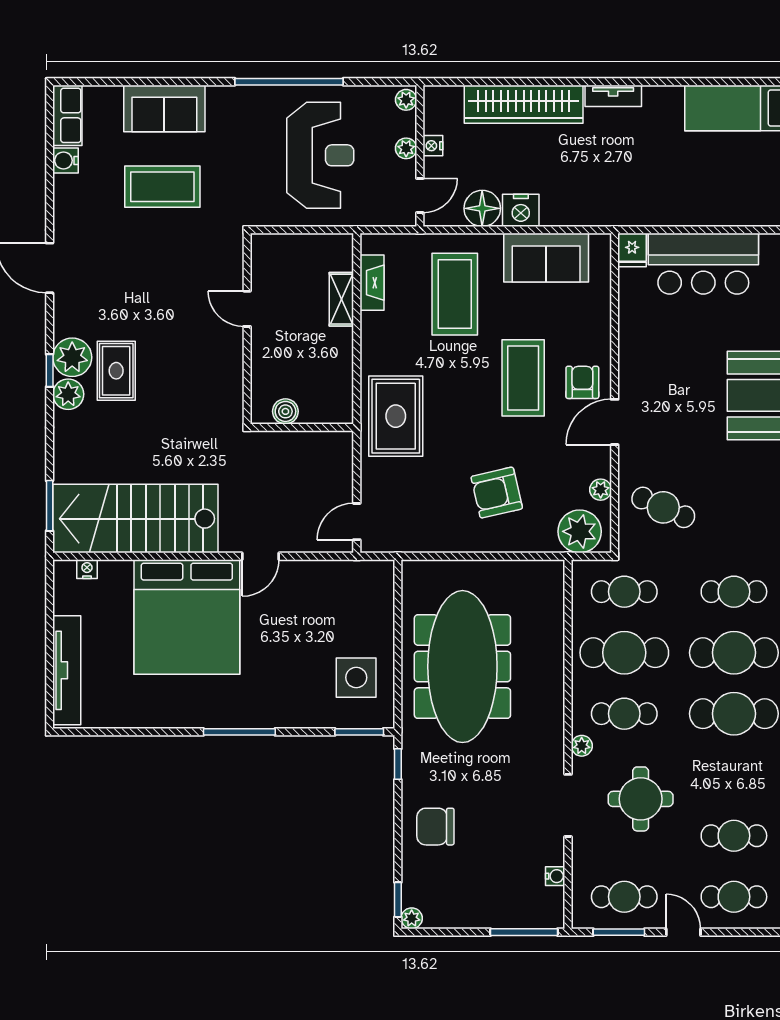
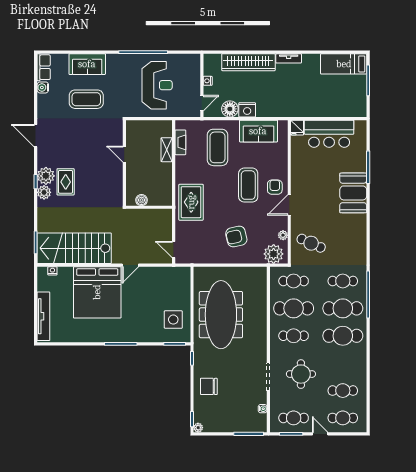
plant: (406, 100) -> (196, 60), removed
plant: (406, 148) -> (196, 82), removed
door: (357, 522) -> (174, 250), hinge flipped
plant: (582, 746) -> (274, 350), removed

